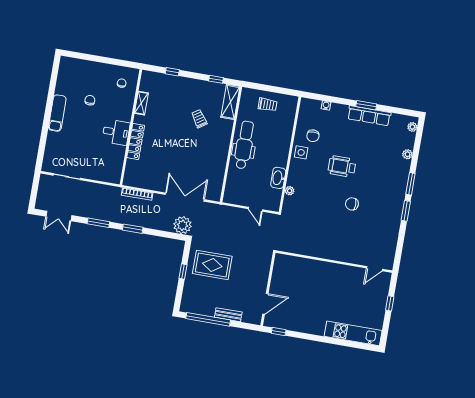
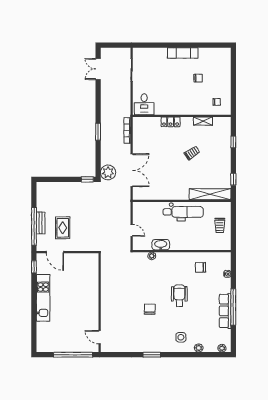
shelving: (230, 102) -> (210, 194), width x1.47
window: (366, 105) -> (233, 307), width x2.11
trolley: (199, 119) -> (192, 153), moved
desk: (116, 132) -> (144, 104), moved
locker: (136, 141) -> (171, 122), width x0.66
side table: (301, 152) -> (181, 337), moved
window: (410, 184) -> (175, 355), removed
door: (255, 209) -> (132, 230), swing flipped
window: (98, 223) -> (98, 103), removed
rug: (212, 265) -> (63, 228), moved, width x0.73, depth x0.70
window: (183, 272) -> (87, 179), moved
window: (390, 303) -> (73, 355), width x3.17
window: (208, 319) -> (34, 226), moved
kitchen unit: (353, 333) -> (43, 298), moved

